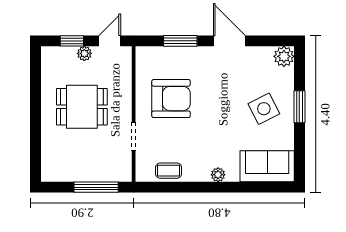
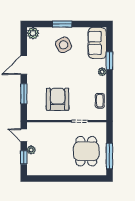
dining table: (82, 107) -> (86, 151), moved
window: (96, 187) -> (109, 156), moved
window: (237, 187) -> (109, 61), added

